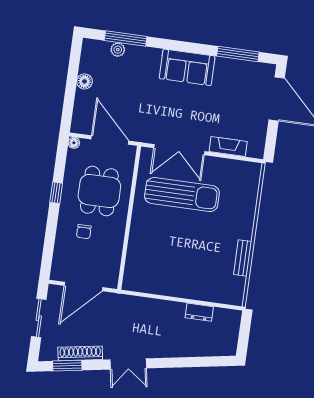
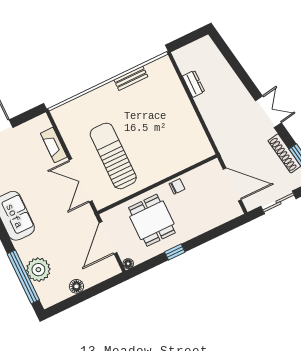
window: (126, 38) -> (23, 277), width x1.46
plant: (118, 50) -> (38, 270), width x1.88, depth x1.88
double door: (179, 150) -> (81, 180), swing flipped
dining table: (99, 191) -> (152, 220), turned 90
chair: (84, 232) -> (177, 186), moved

